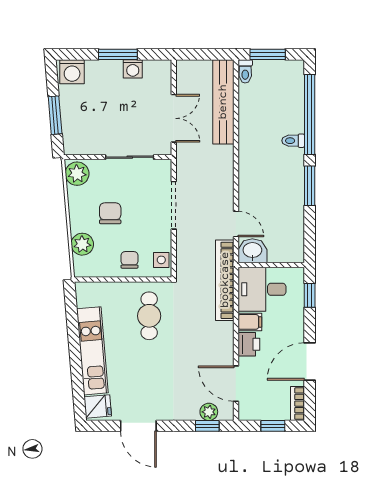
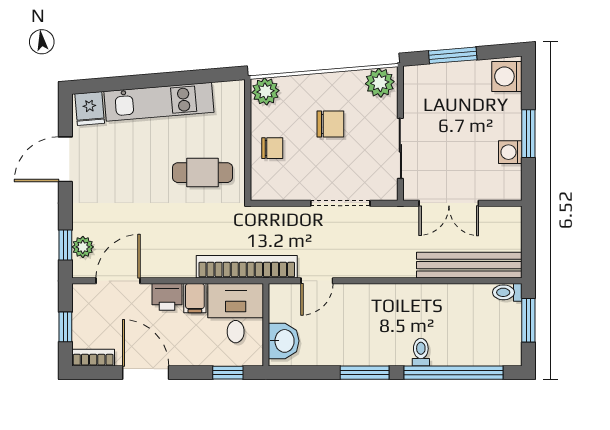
plant: (82, 244) -> (265, 91), moved
washbasin: (252, 251) -> (284, 341), moved
side table: (161, 260) -> (272, 188), removed

